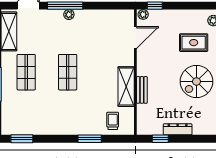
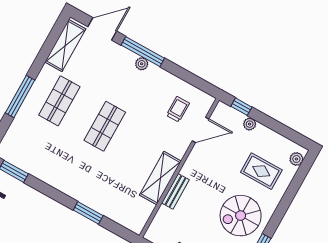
plant: (143, 14) -> (250, 124), moved
trolley: (113, 121) -> (178, 109), moved

